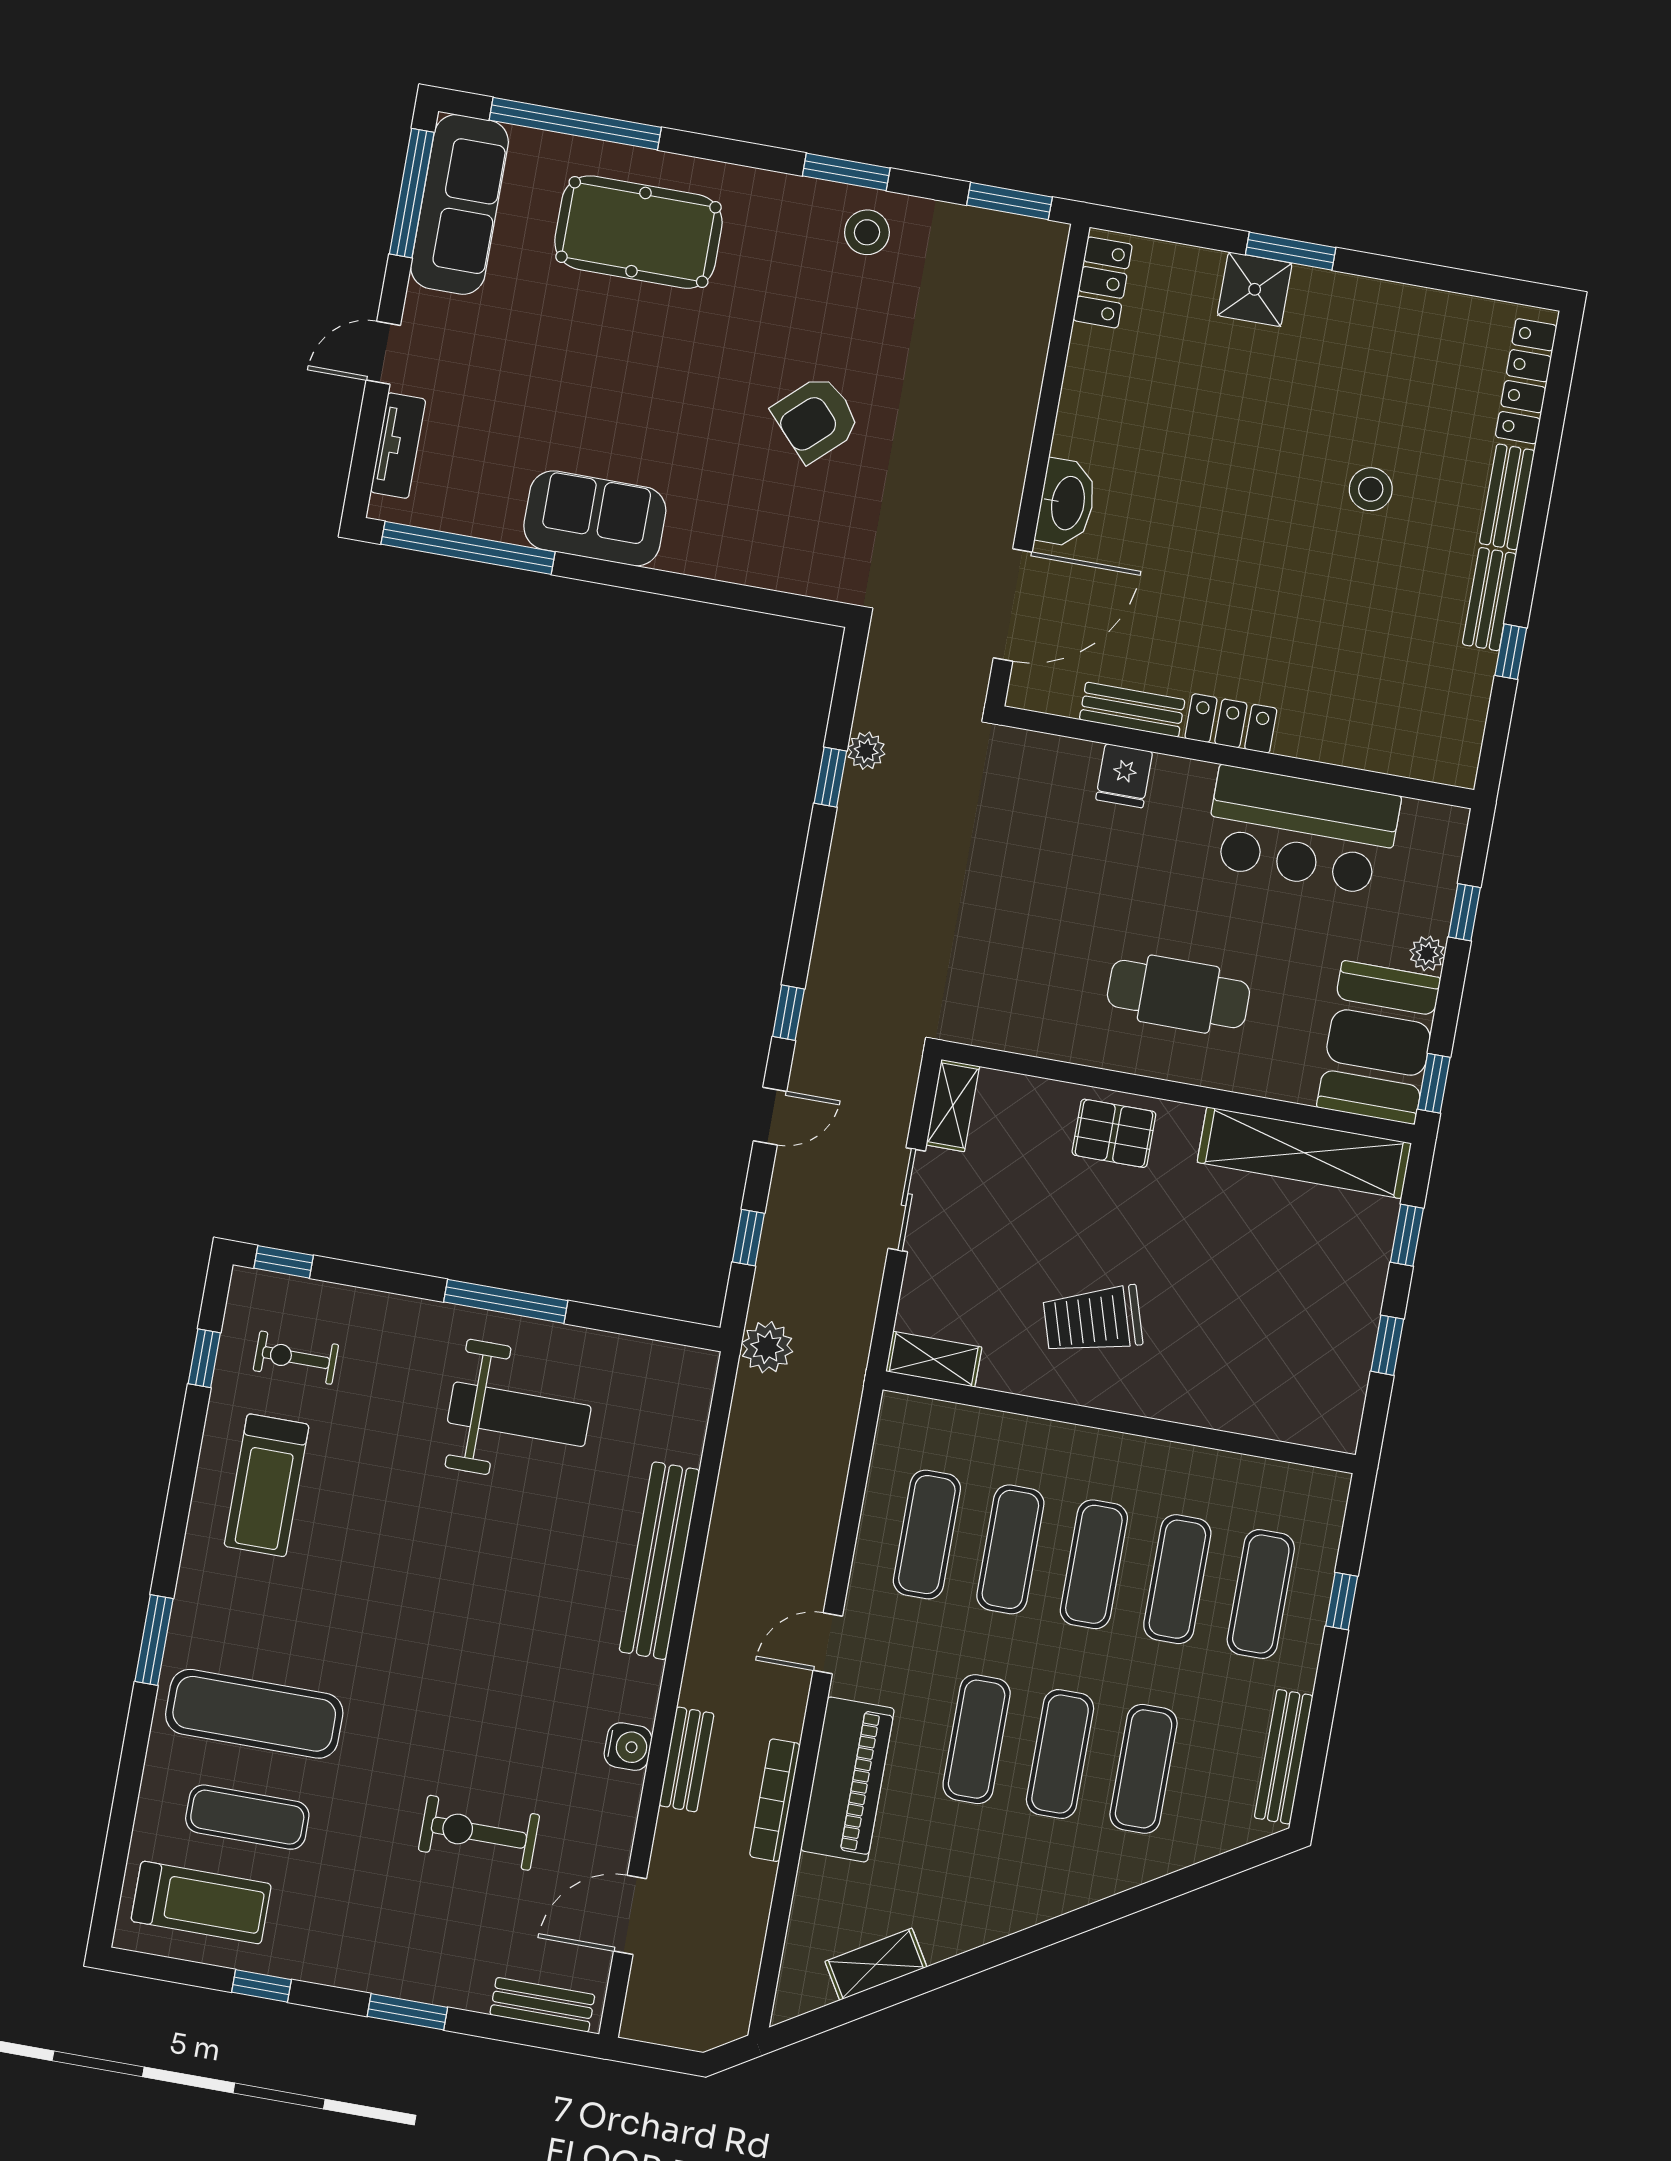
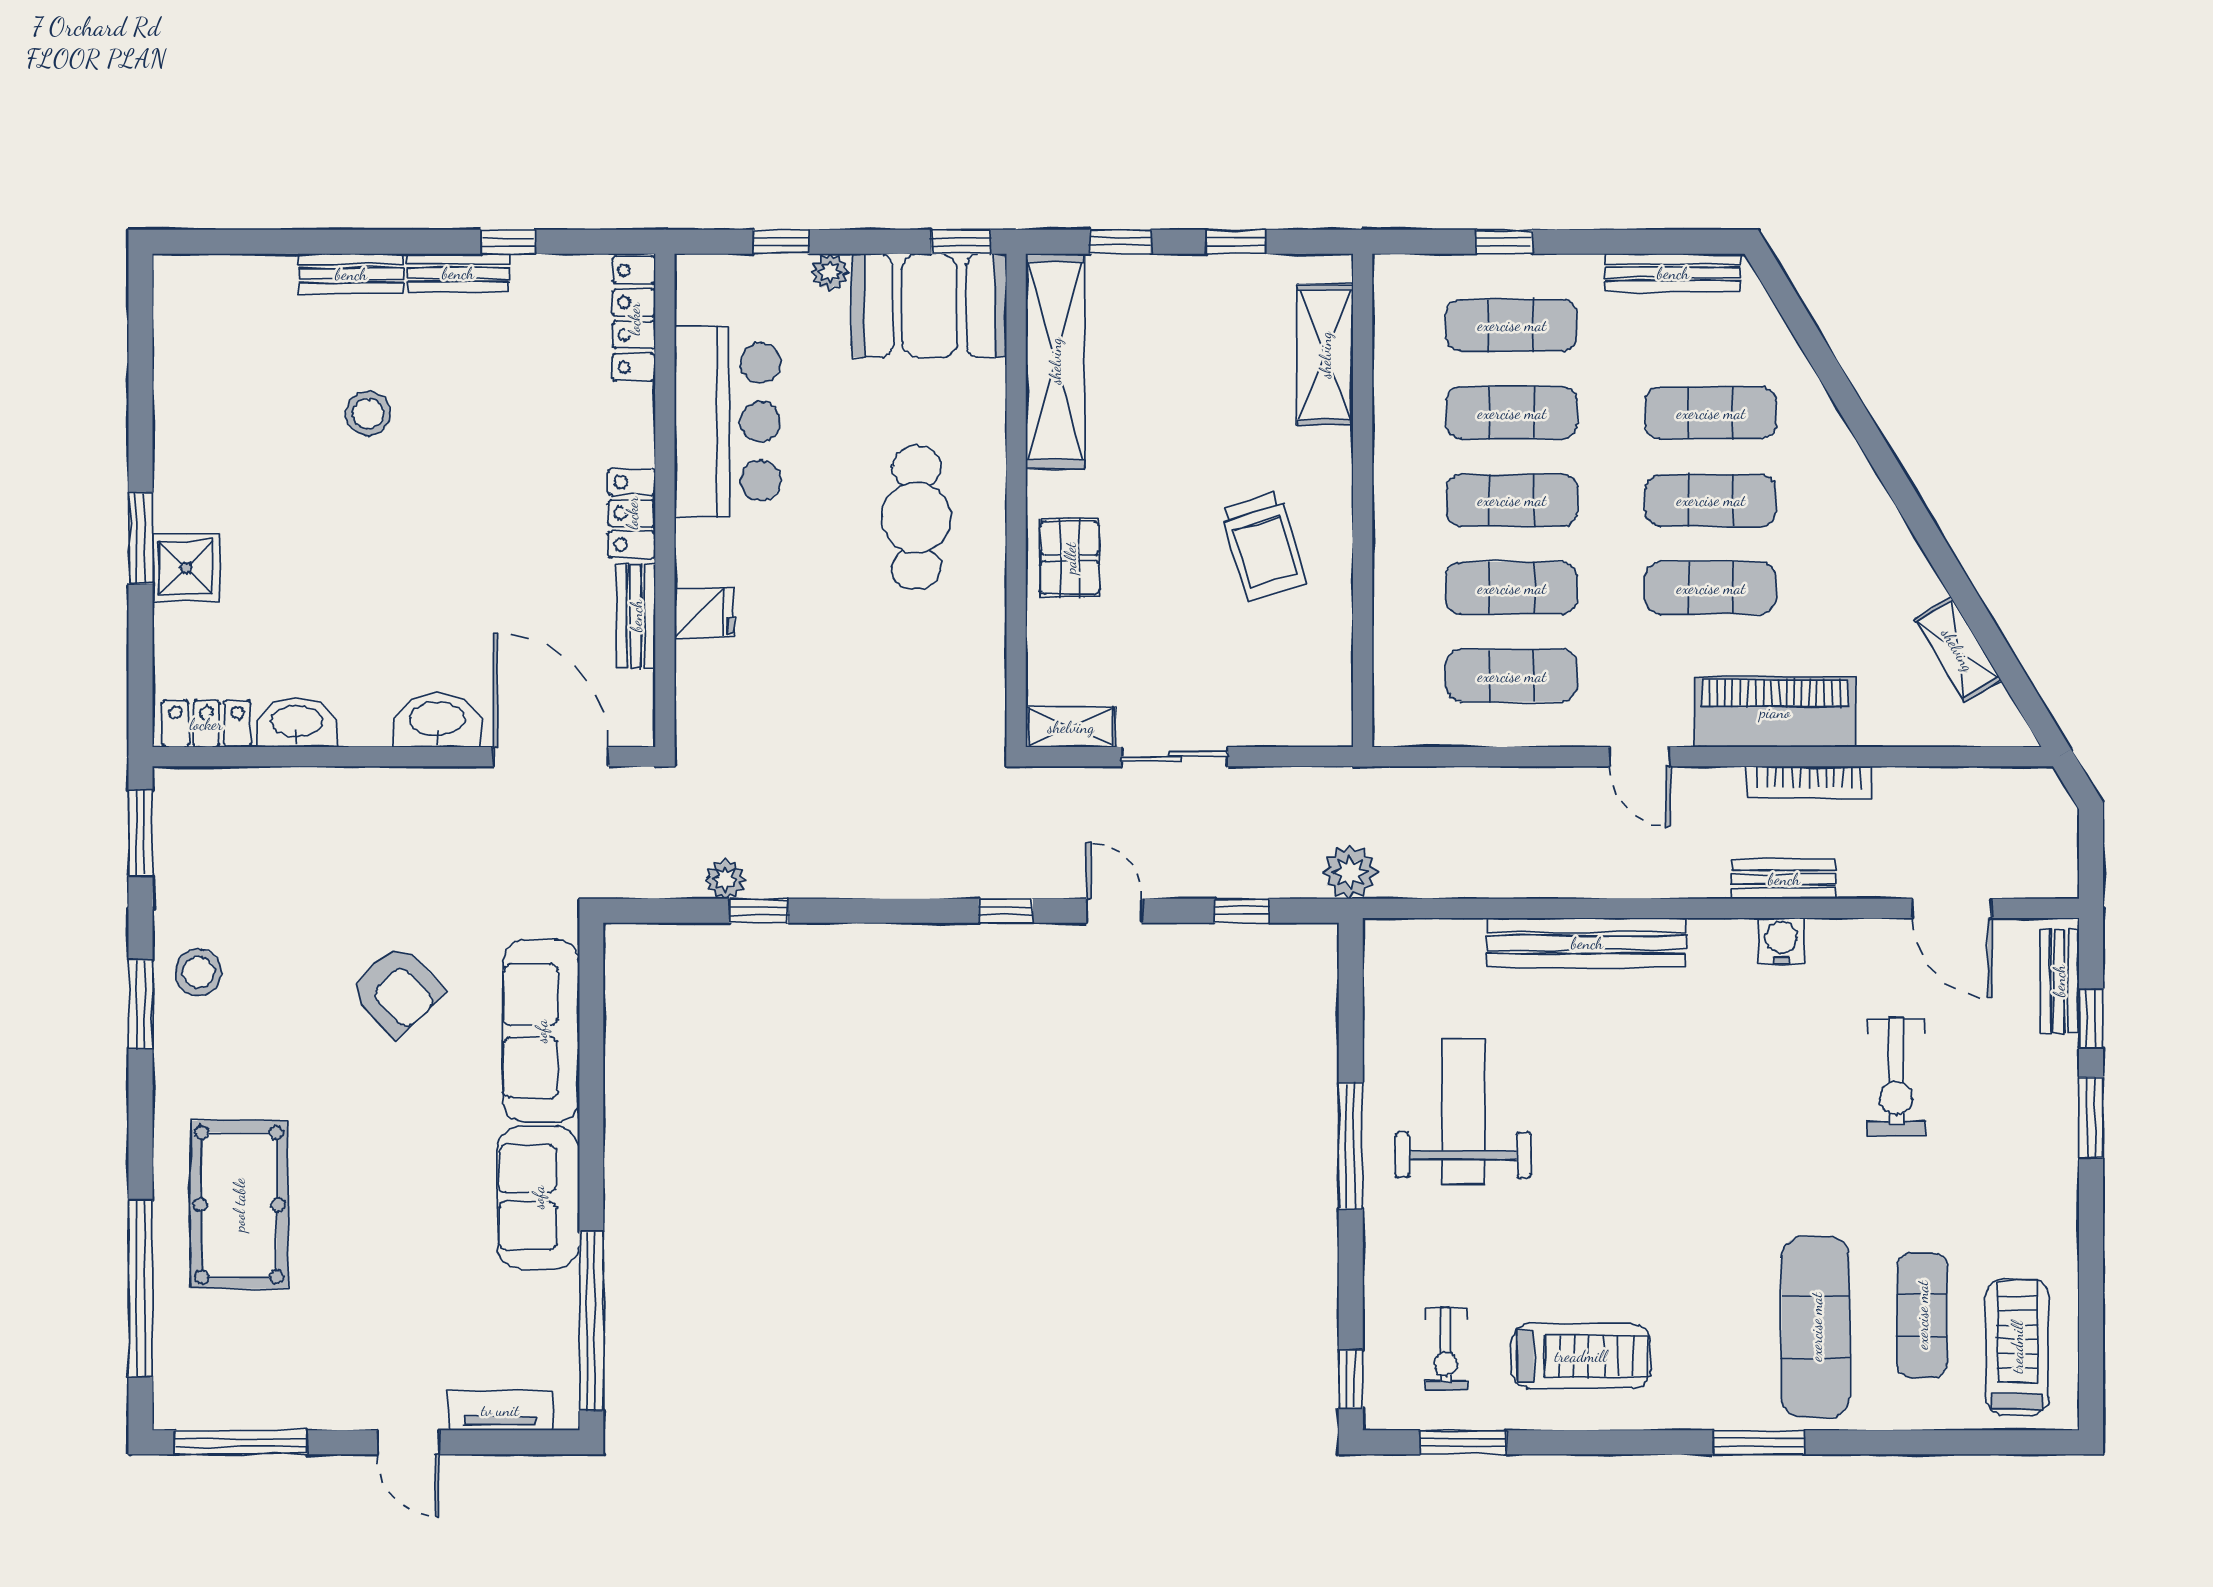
sofa: (460, 204) -> (541, 1031), moved, turned -90
washbasin: (1088, 369) -> (297, 723), added
locker: (1526, 381) -> (634, 319), moved, turned 90
window: (204, 1358) -> (1463, 1442), width x1.50
shelving: (934, 1359) -> (1325, 355), moved, width x1.50, depth x1.33
window: (262, 1986) -> (2091, 1018), moved

